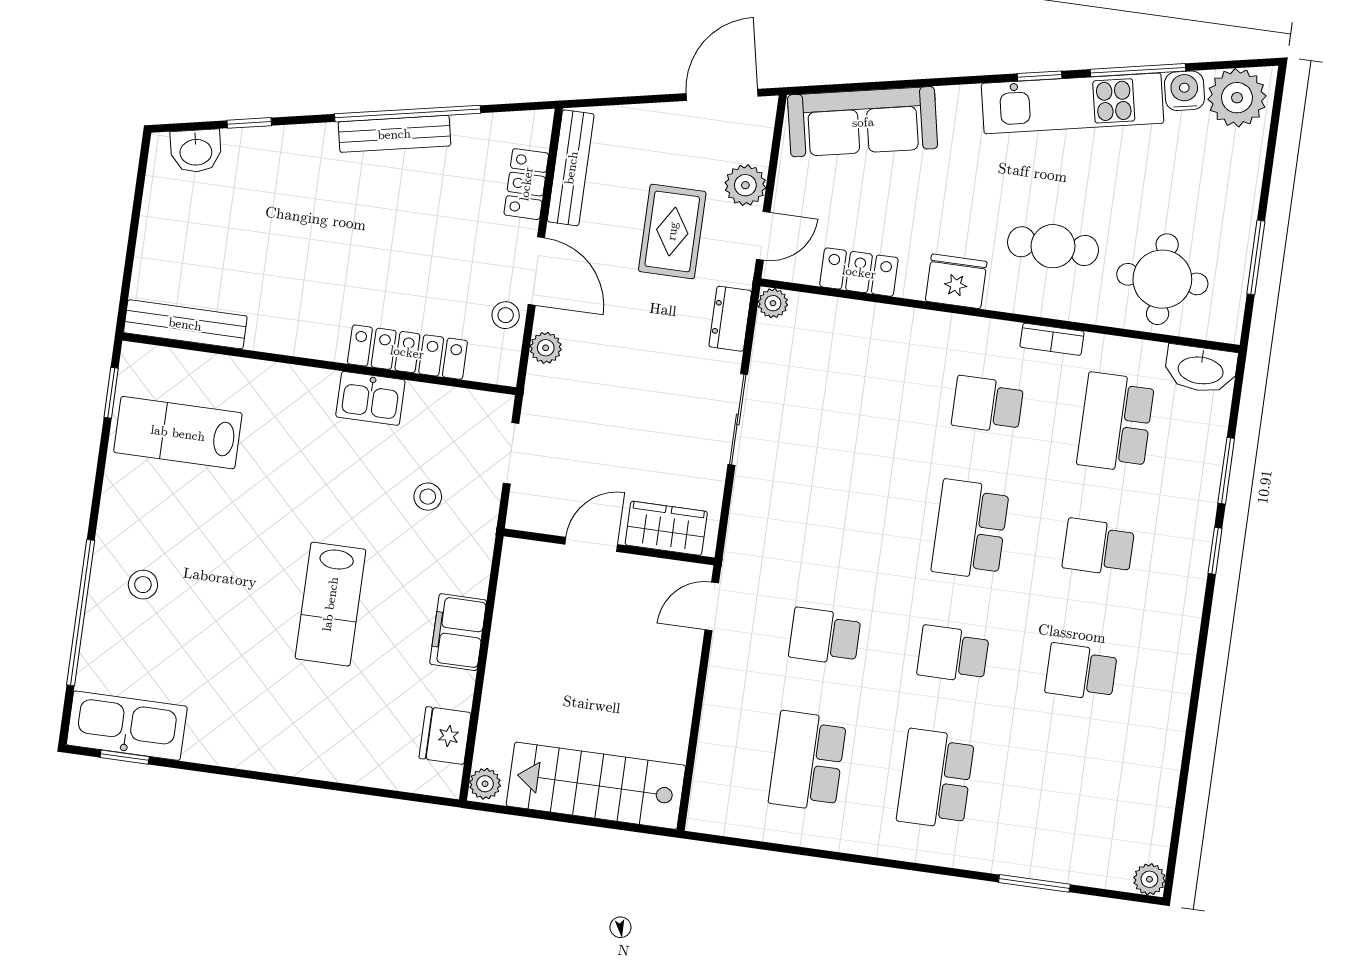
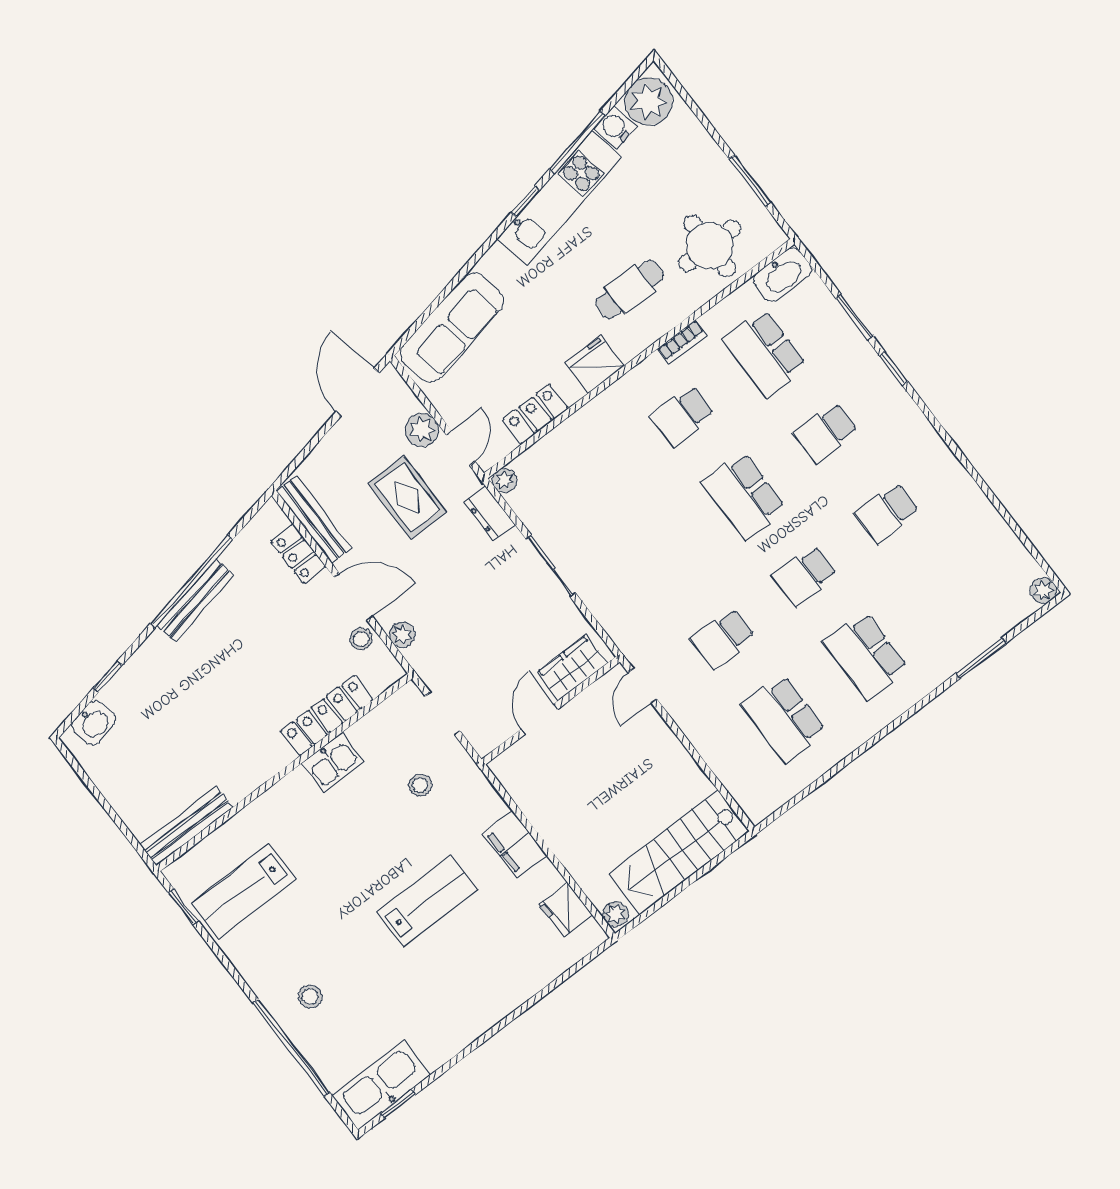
lab bench: (330, 604) -> (427, 901), turned -90

